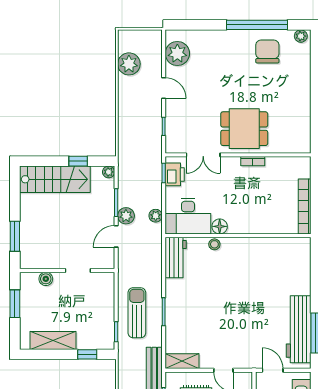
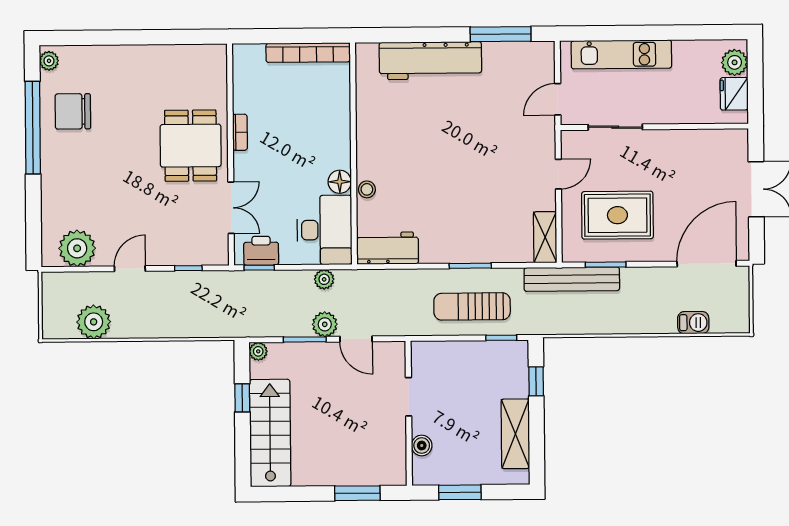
workbench: (299, 329) -> (430, 61), moved

